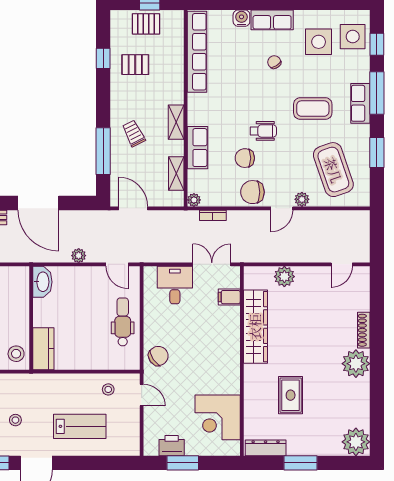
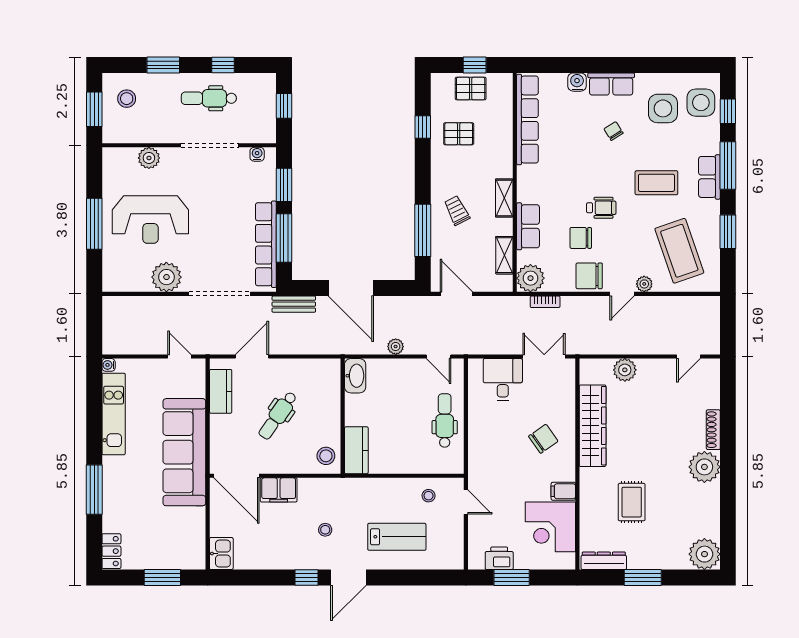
plant: (194, 200) -> (530, 278), width x1.87, depth x1.87
filing cabinet: (229, 297) -> (563, 491), moved
chair: (158, 356) -> (543, 439), moved

